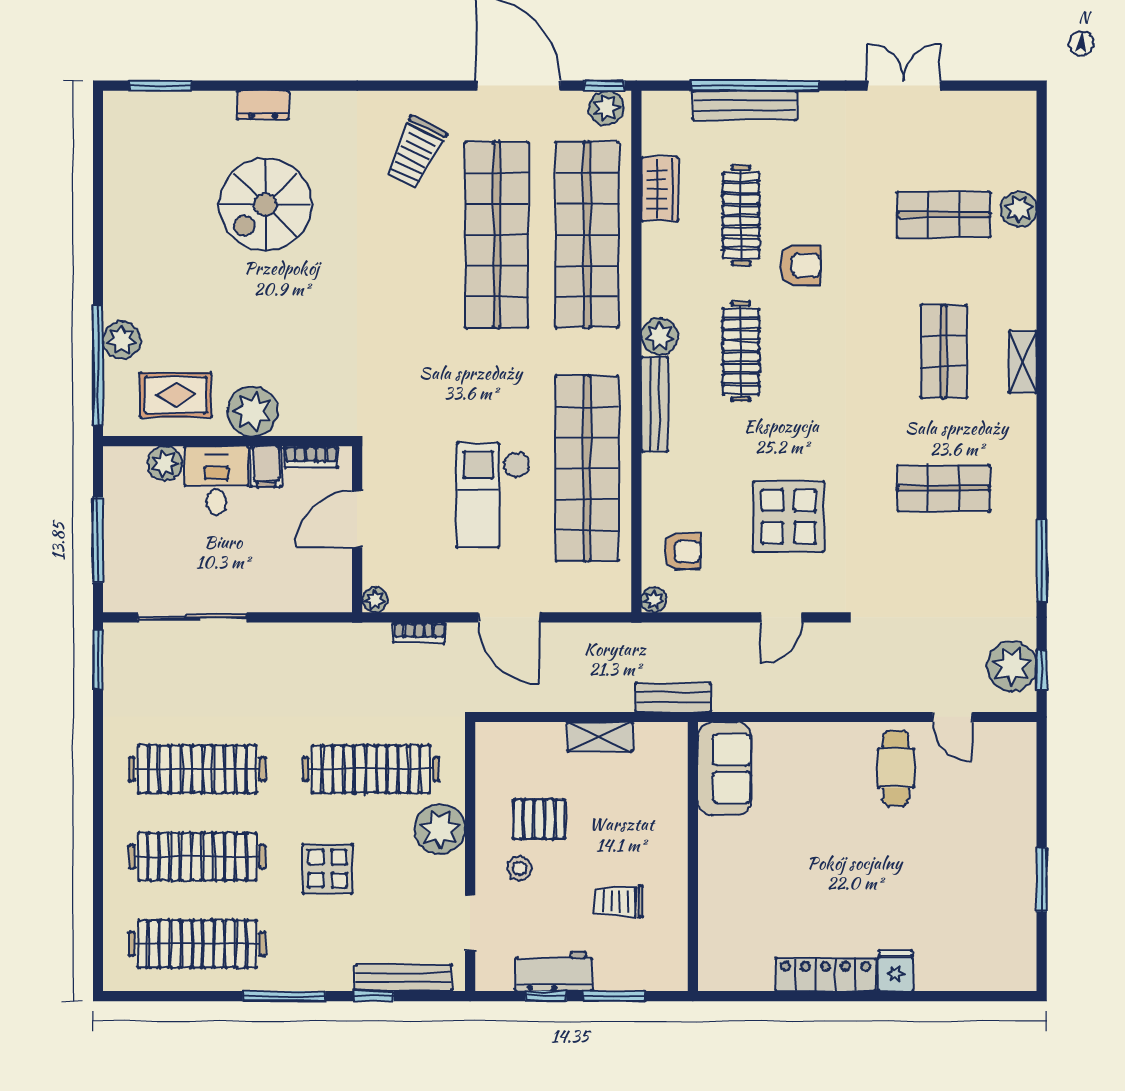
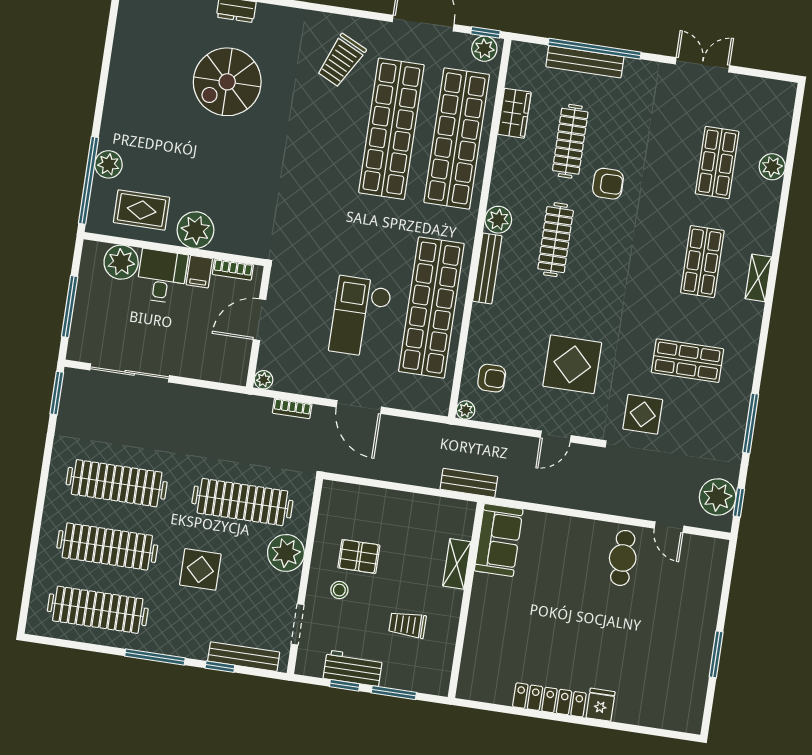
shop shelf: (944, 215) -> (717, 163), turned 90
plant: (165, 463) -> (121, 262), width x1.36, depth x1.36
display table: (894, 570) -> (643, 414), added
shelving: (600, 737) -> (457, 564), moved, turned 90

